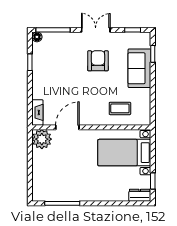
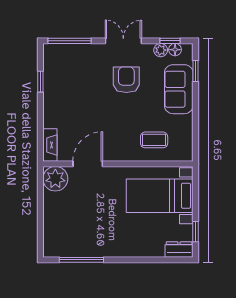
floor lamp: (37, 37) -> (175, 50), moved
plant: (125, 37) -> (161, 50), added

